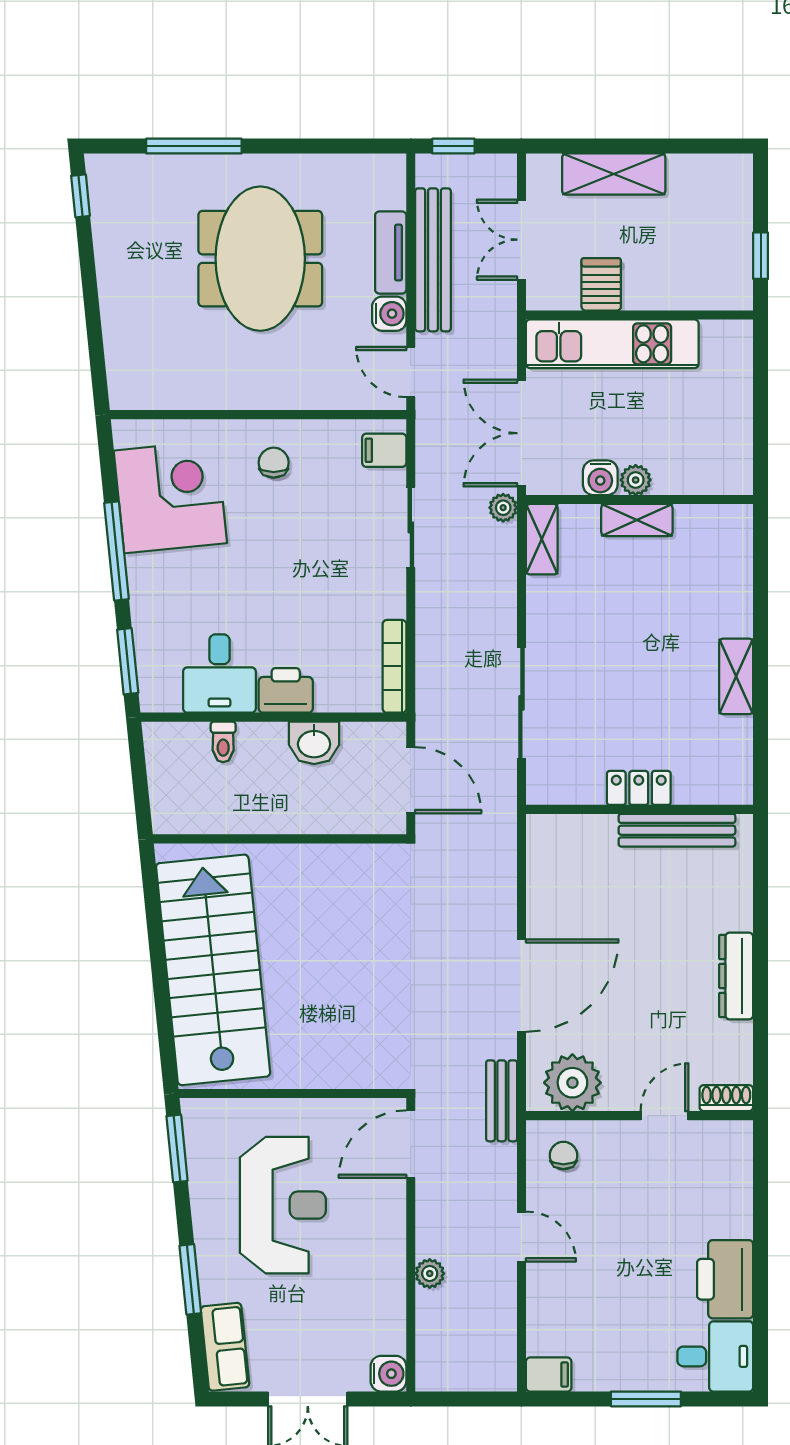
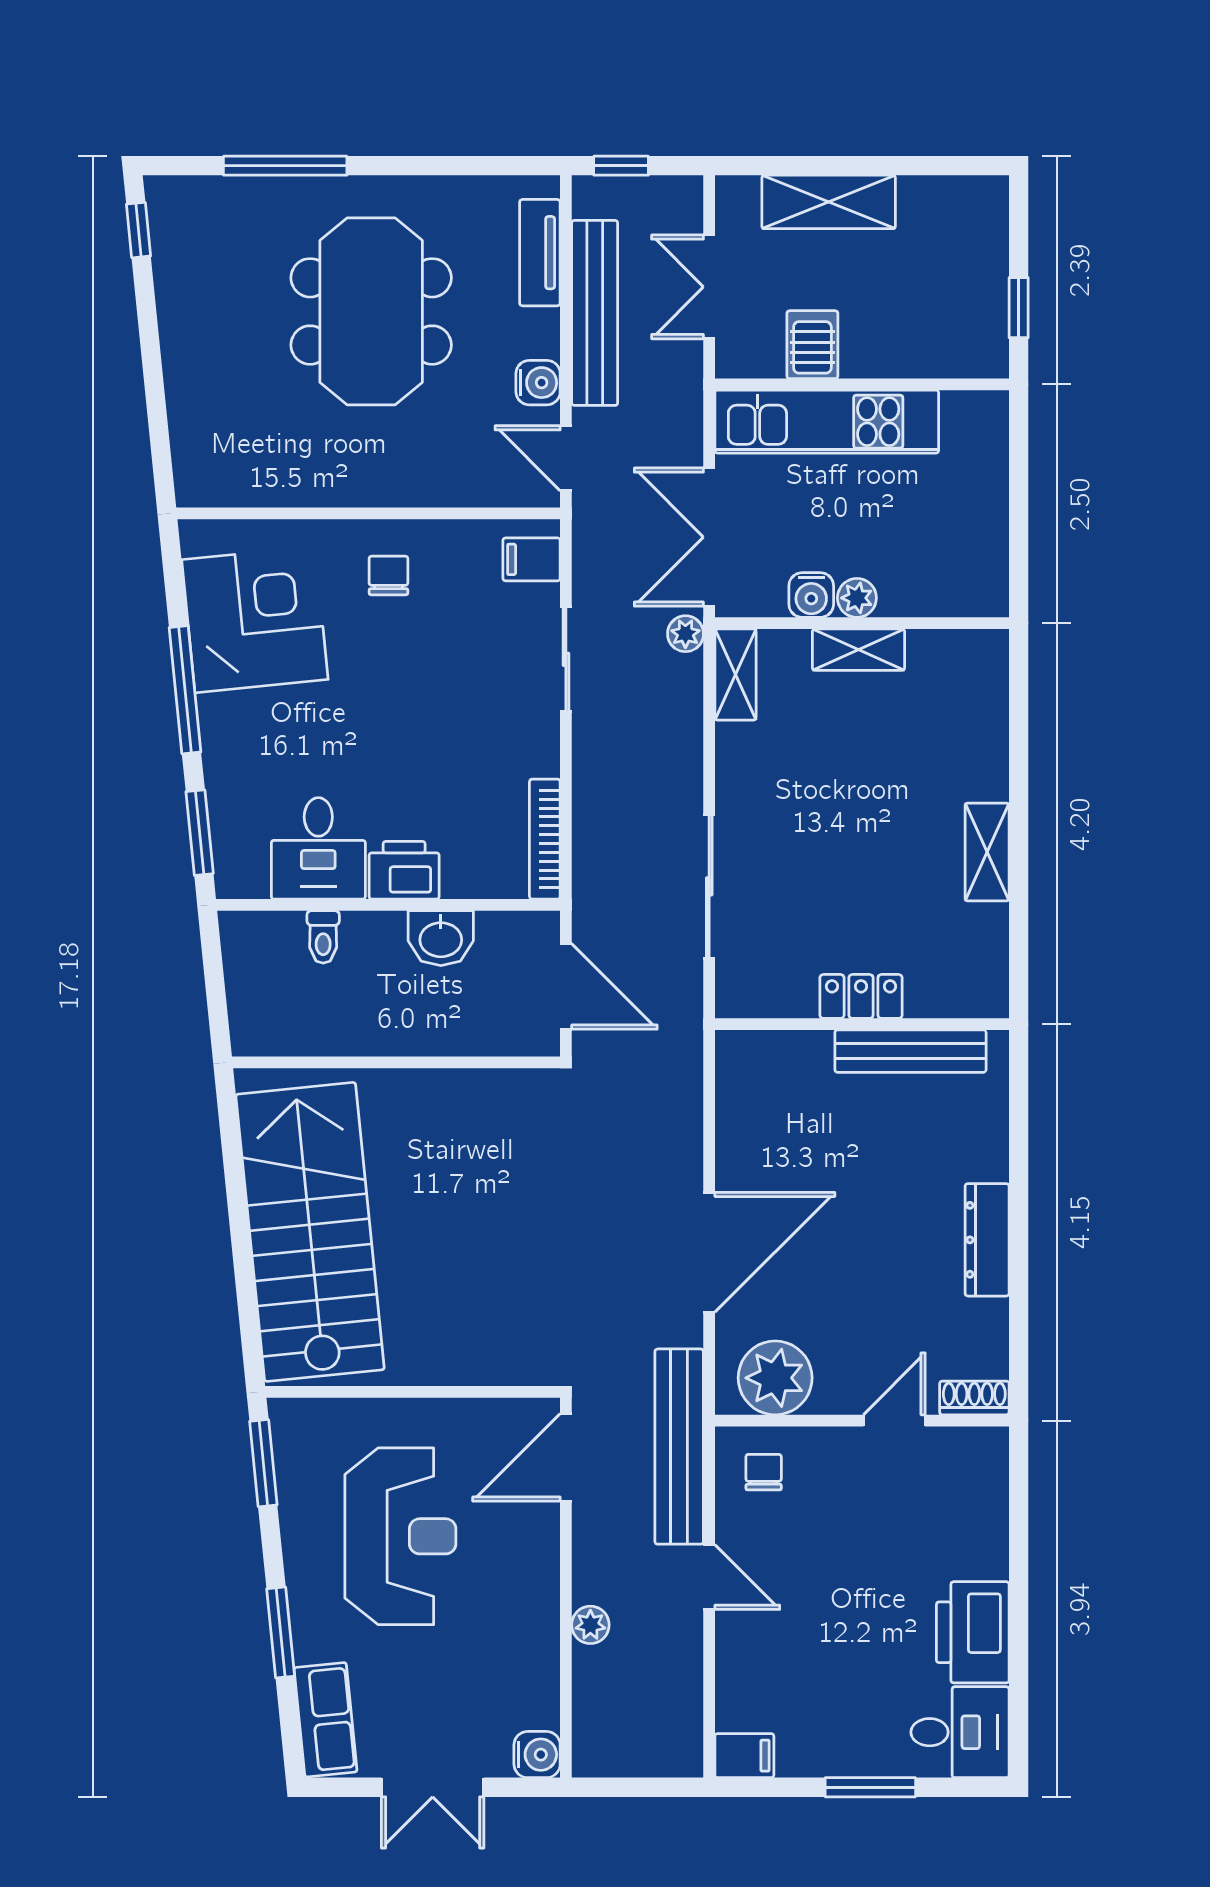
tv unit: (391, 253) -> (540, 253), moved
bench: (502, 1101) -> (679, 1447), width x1.86, depth x1.21

